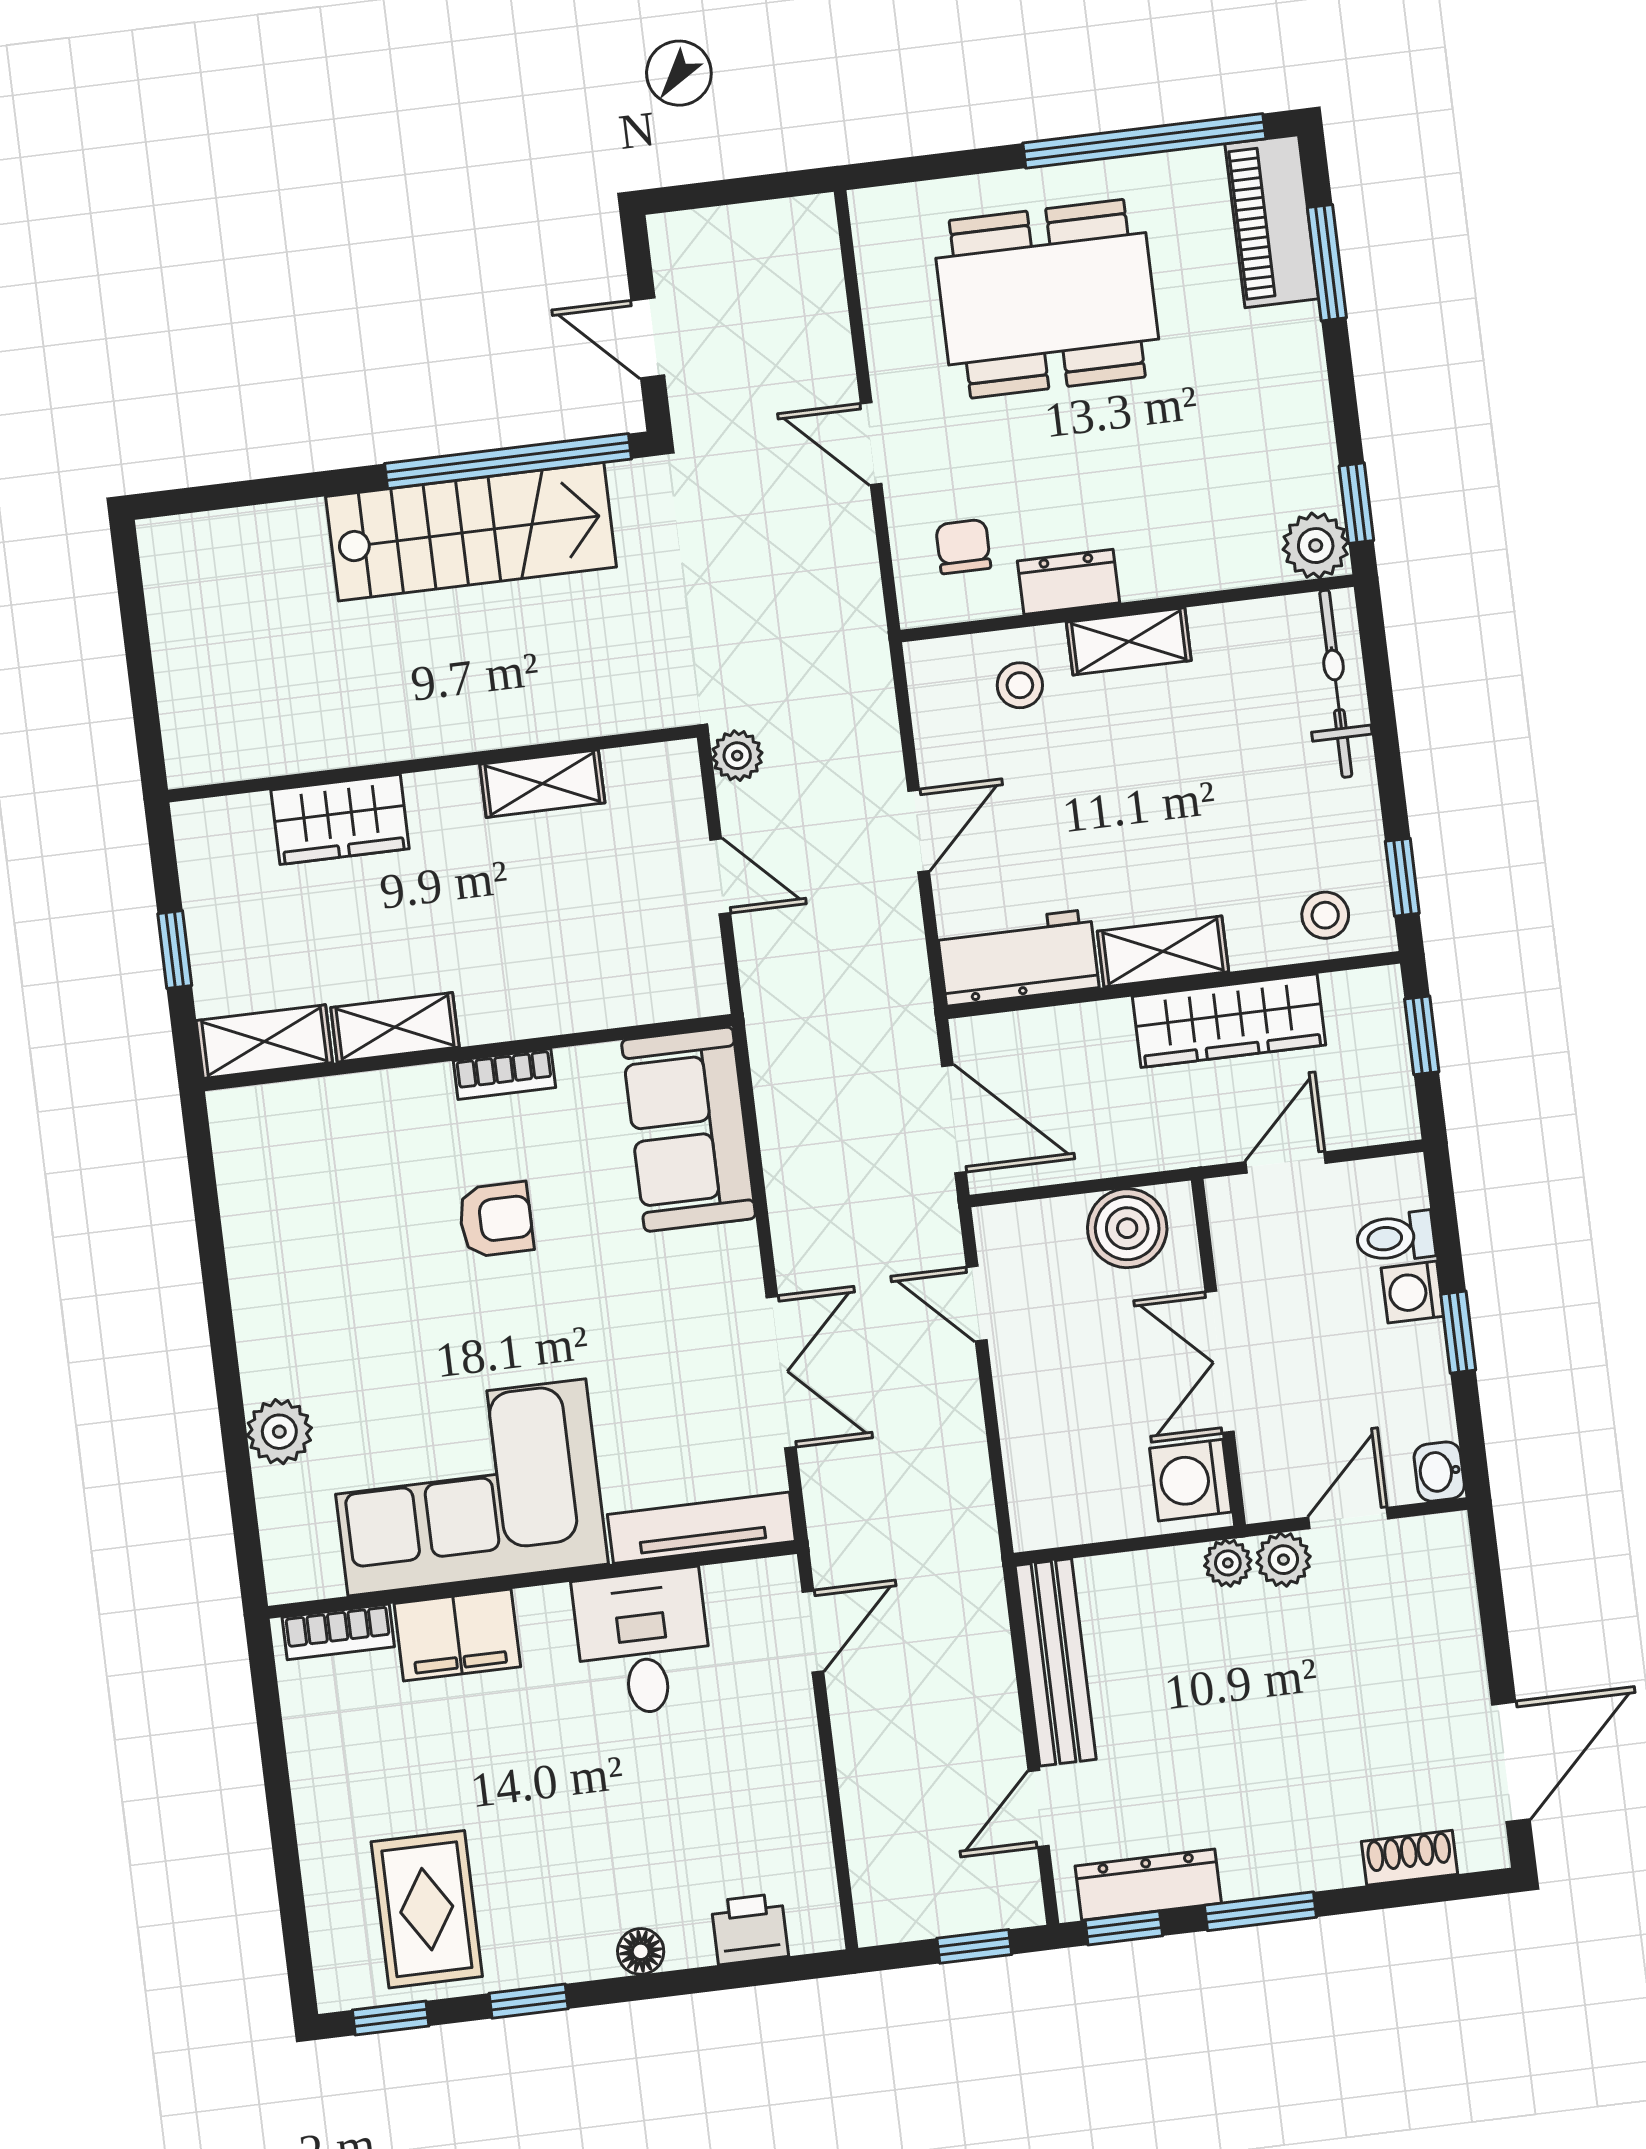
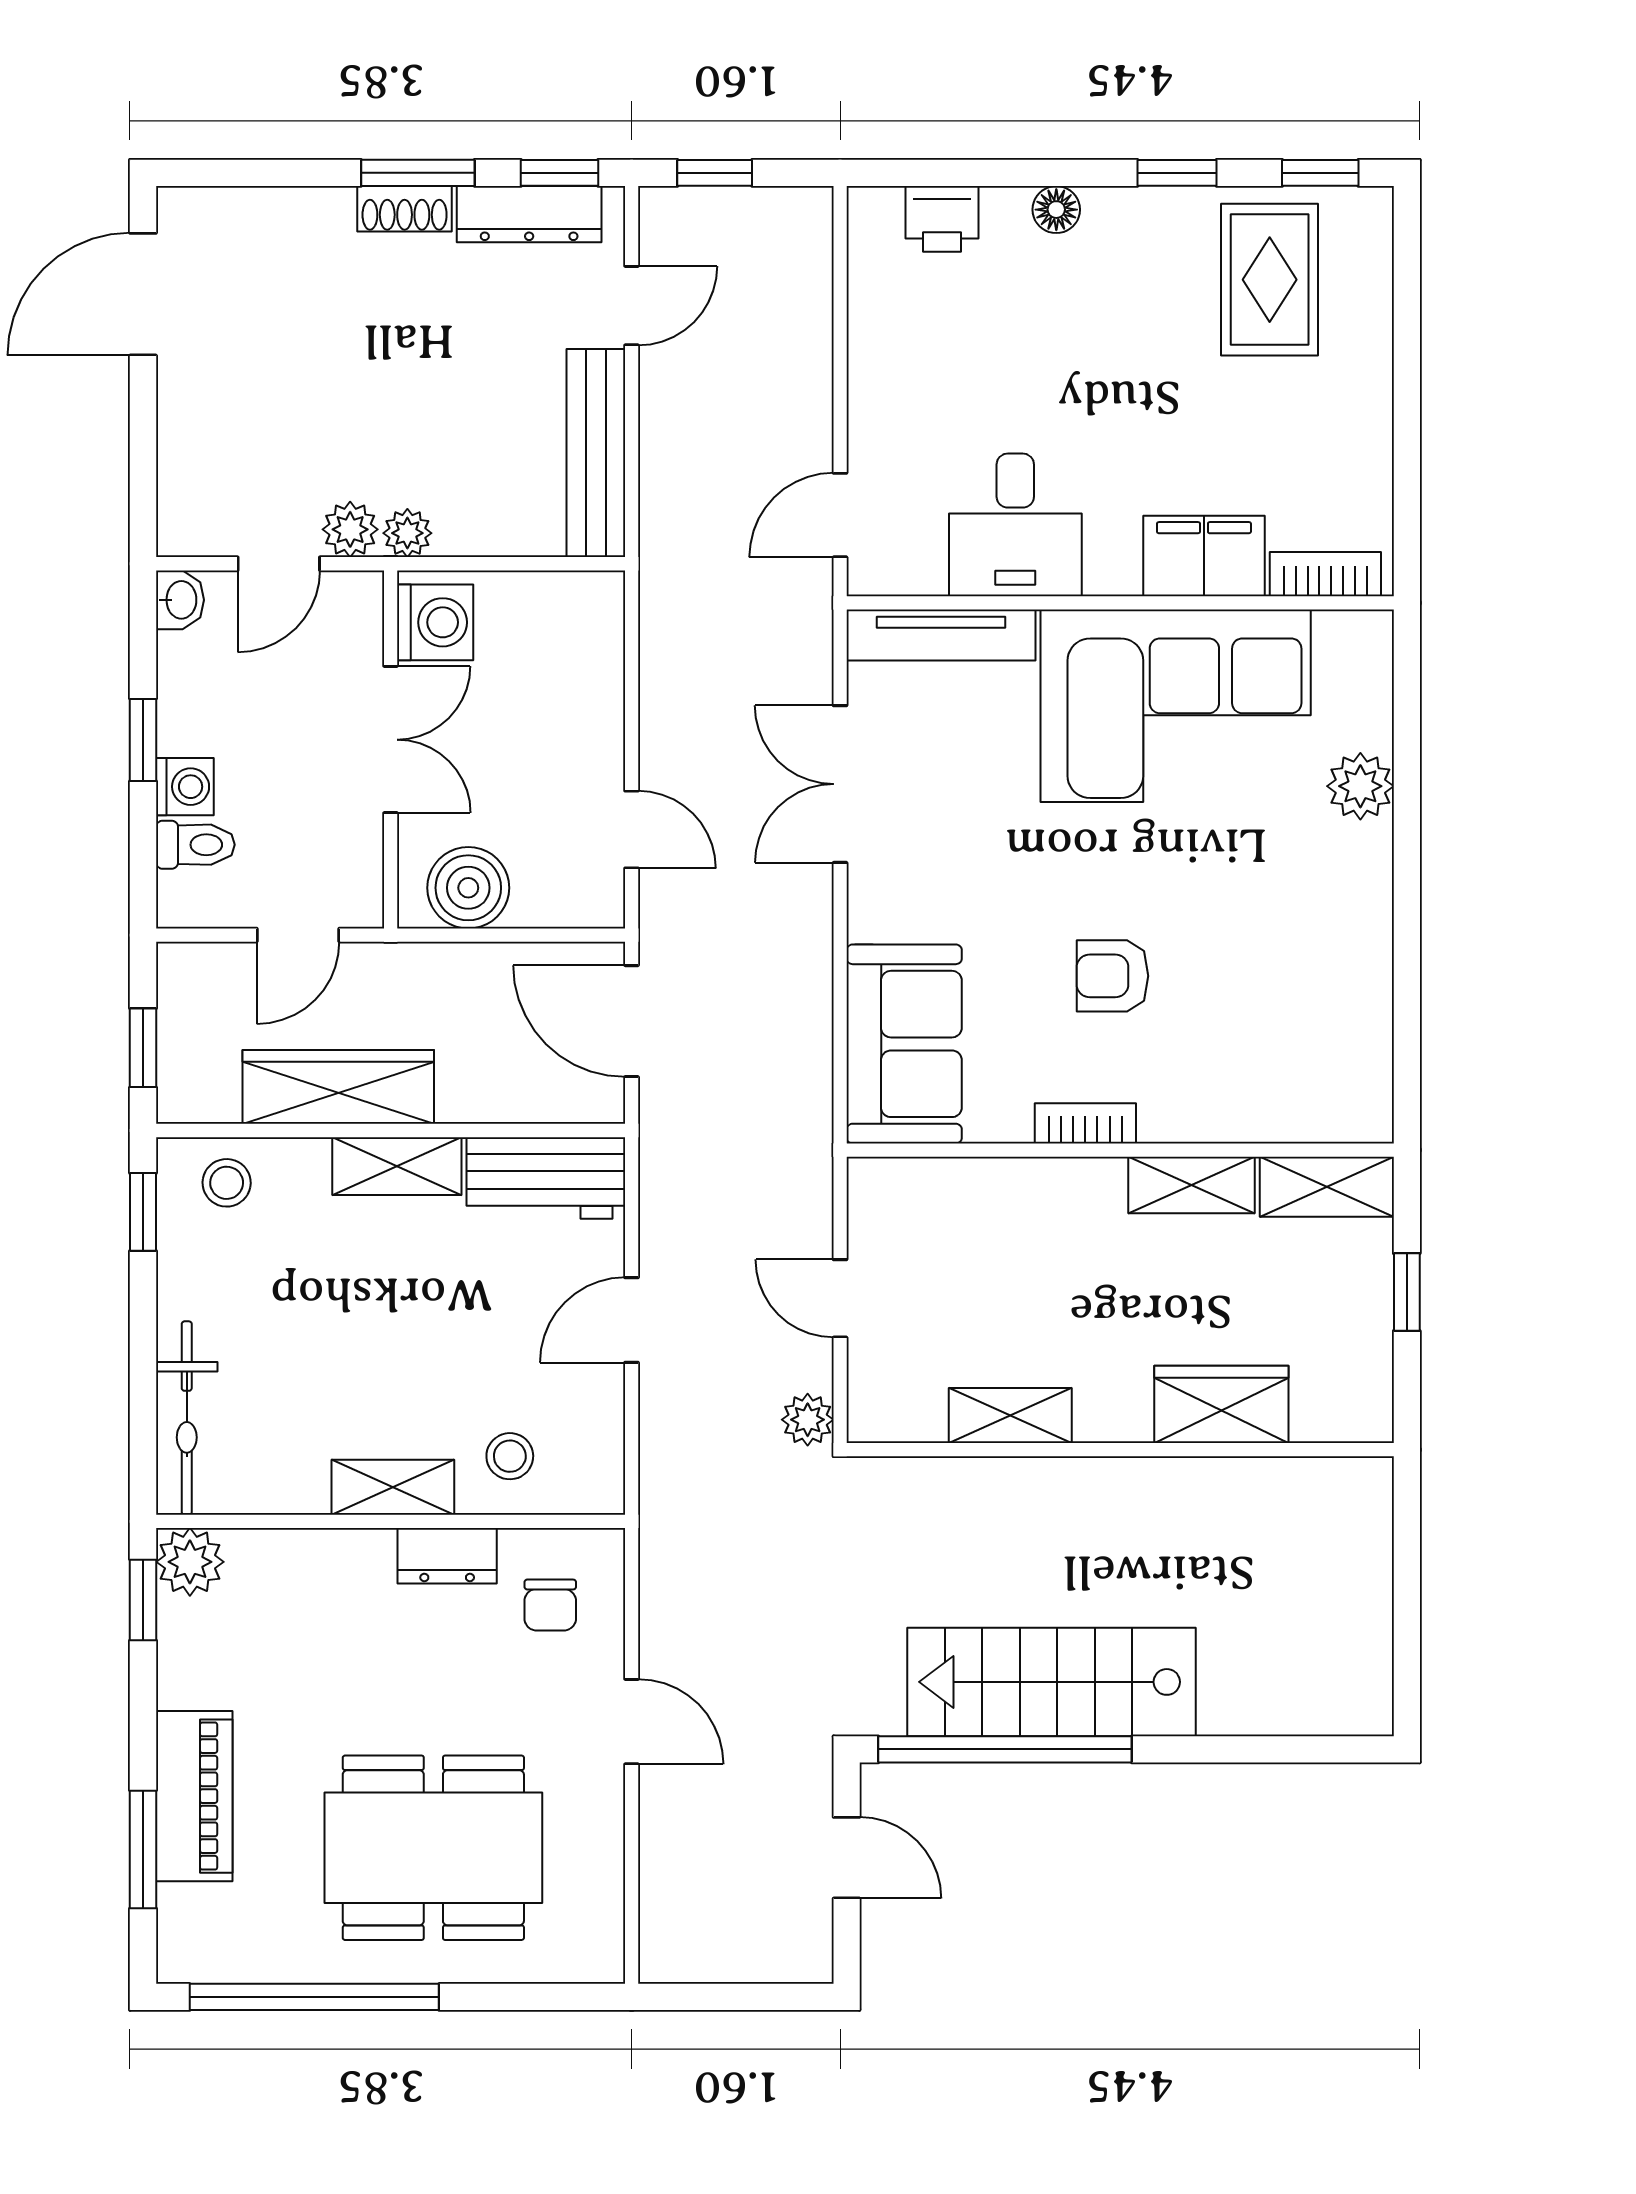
piano: (1272, 221) -> (194, 1796), moved
shoe rack: (1409, 1858) -> (405, 209), moved

